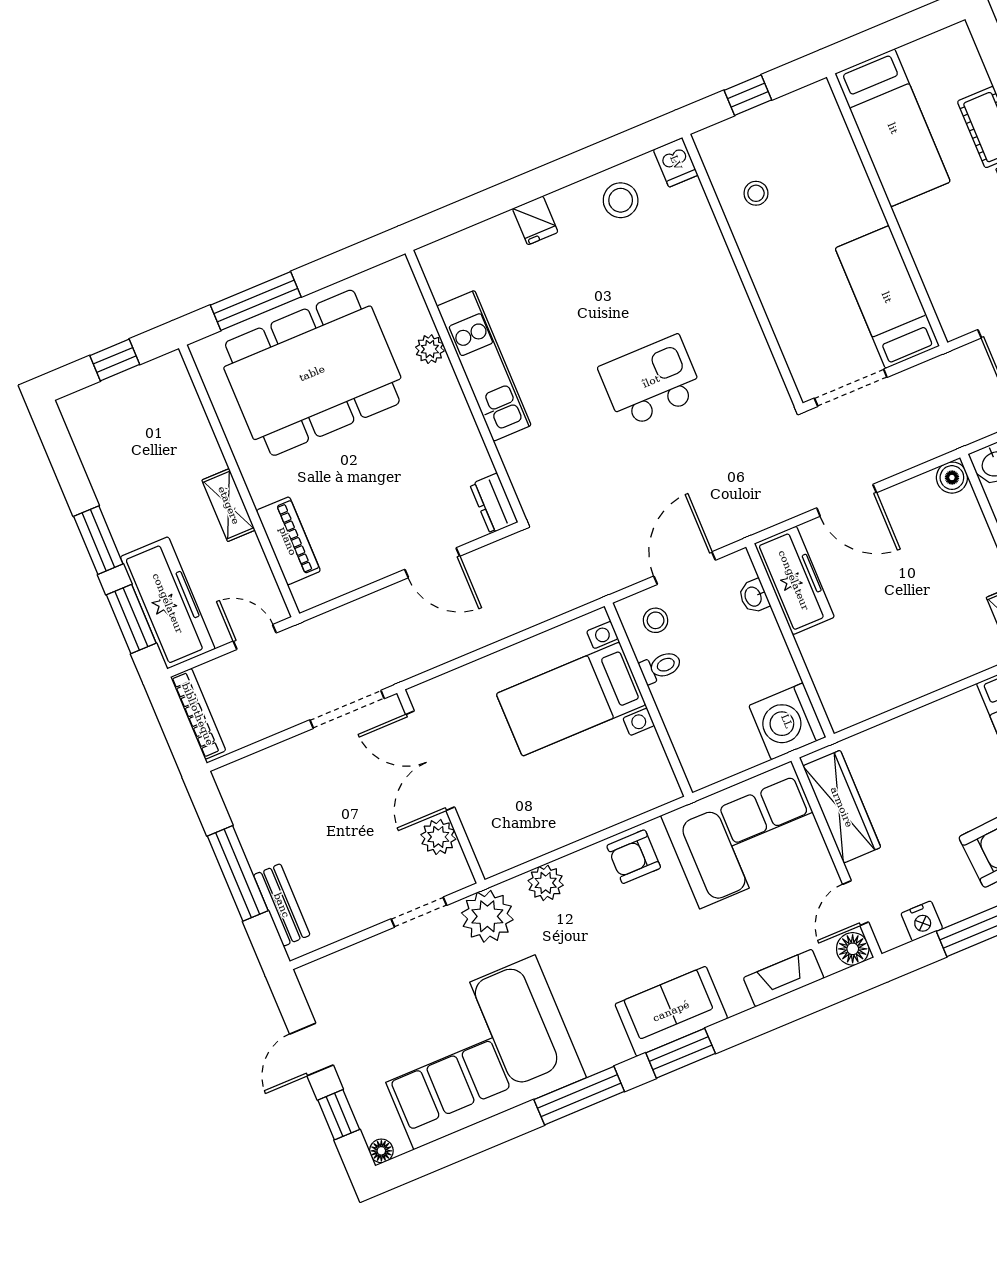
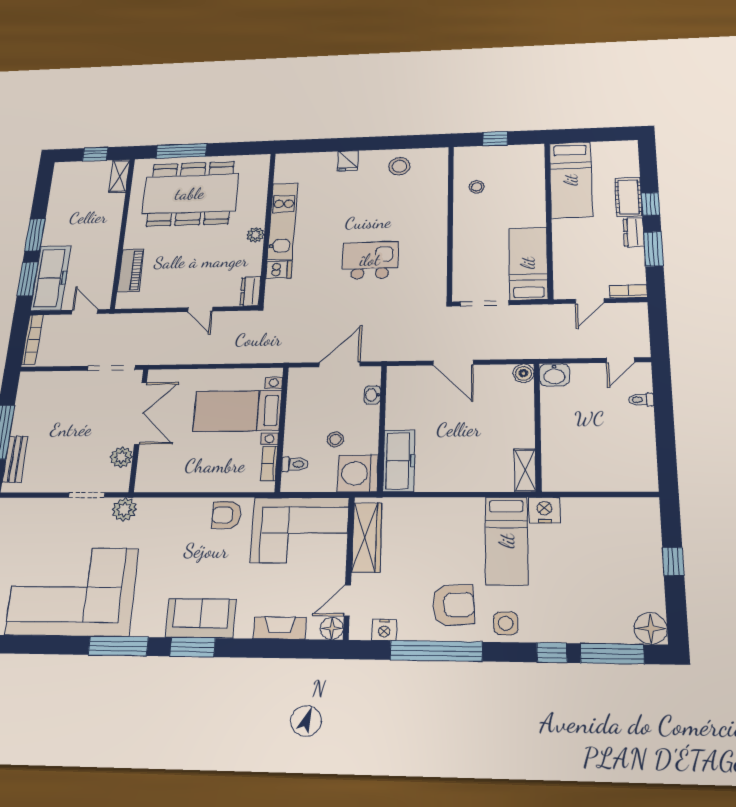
dishwasher: (676, 162) -> (279, 270), moved, turned -90
plant: (430, 349) -> (255, 235), moved
shelving: (229, 505) -> (119, 176), moved
door: (432, 563) -> (200, 309), width x0.73
freezer: (794, 580) -> (399, 461), moved
stool: (656, 620) -> (335, 439), moved
toilet: (661, 667) -> (295, 464), moved
bookcase: (656, 758) -> (269, 463), added
double door: (430, 761) -> (140, 413), swing flipped
plant: (546, 883) -> (167, 509), removed
plant: (487, 916) -> (124, 509), width x0.73, depth x0.73

